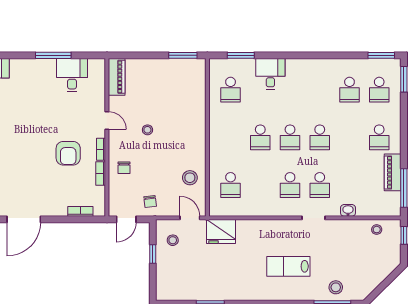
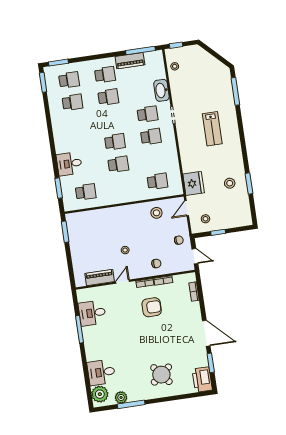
piano: (117, 77) -> (100, 278), moved
school desk: (320, 137) -> (108, 97), moved
washbasin: (348, 210) -> (161, 90), width x1.91, depth x1.45
stool: (336, 287) -> (230, 183), moved

